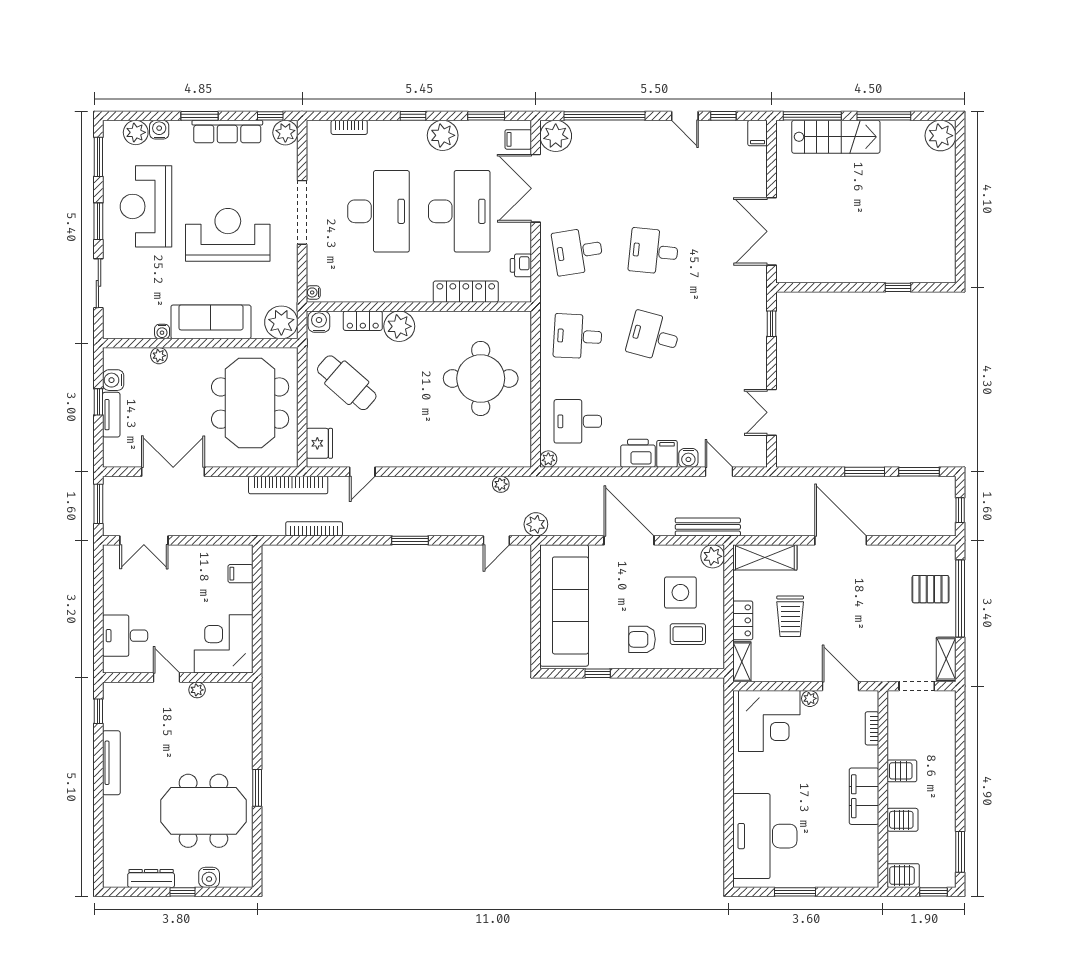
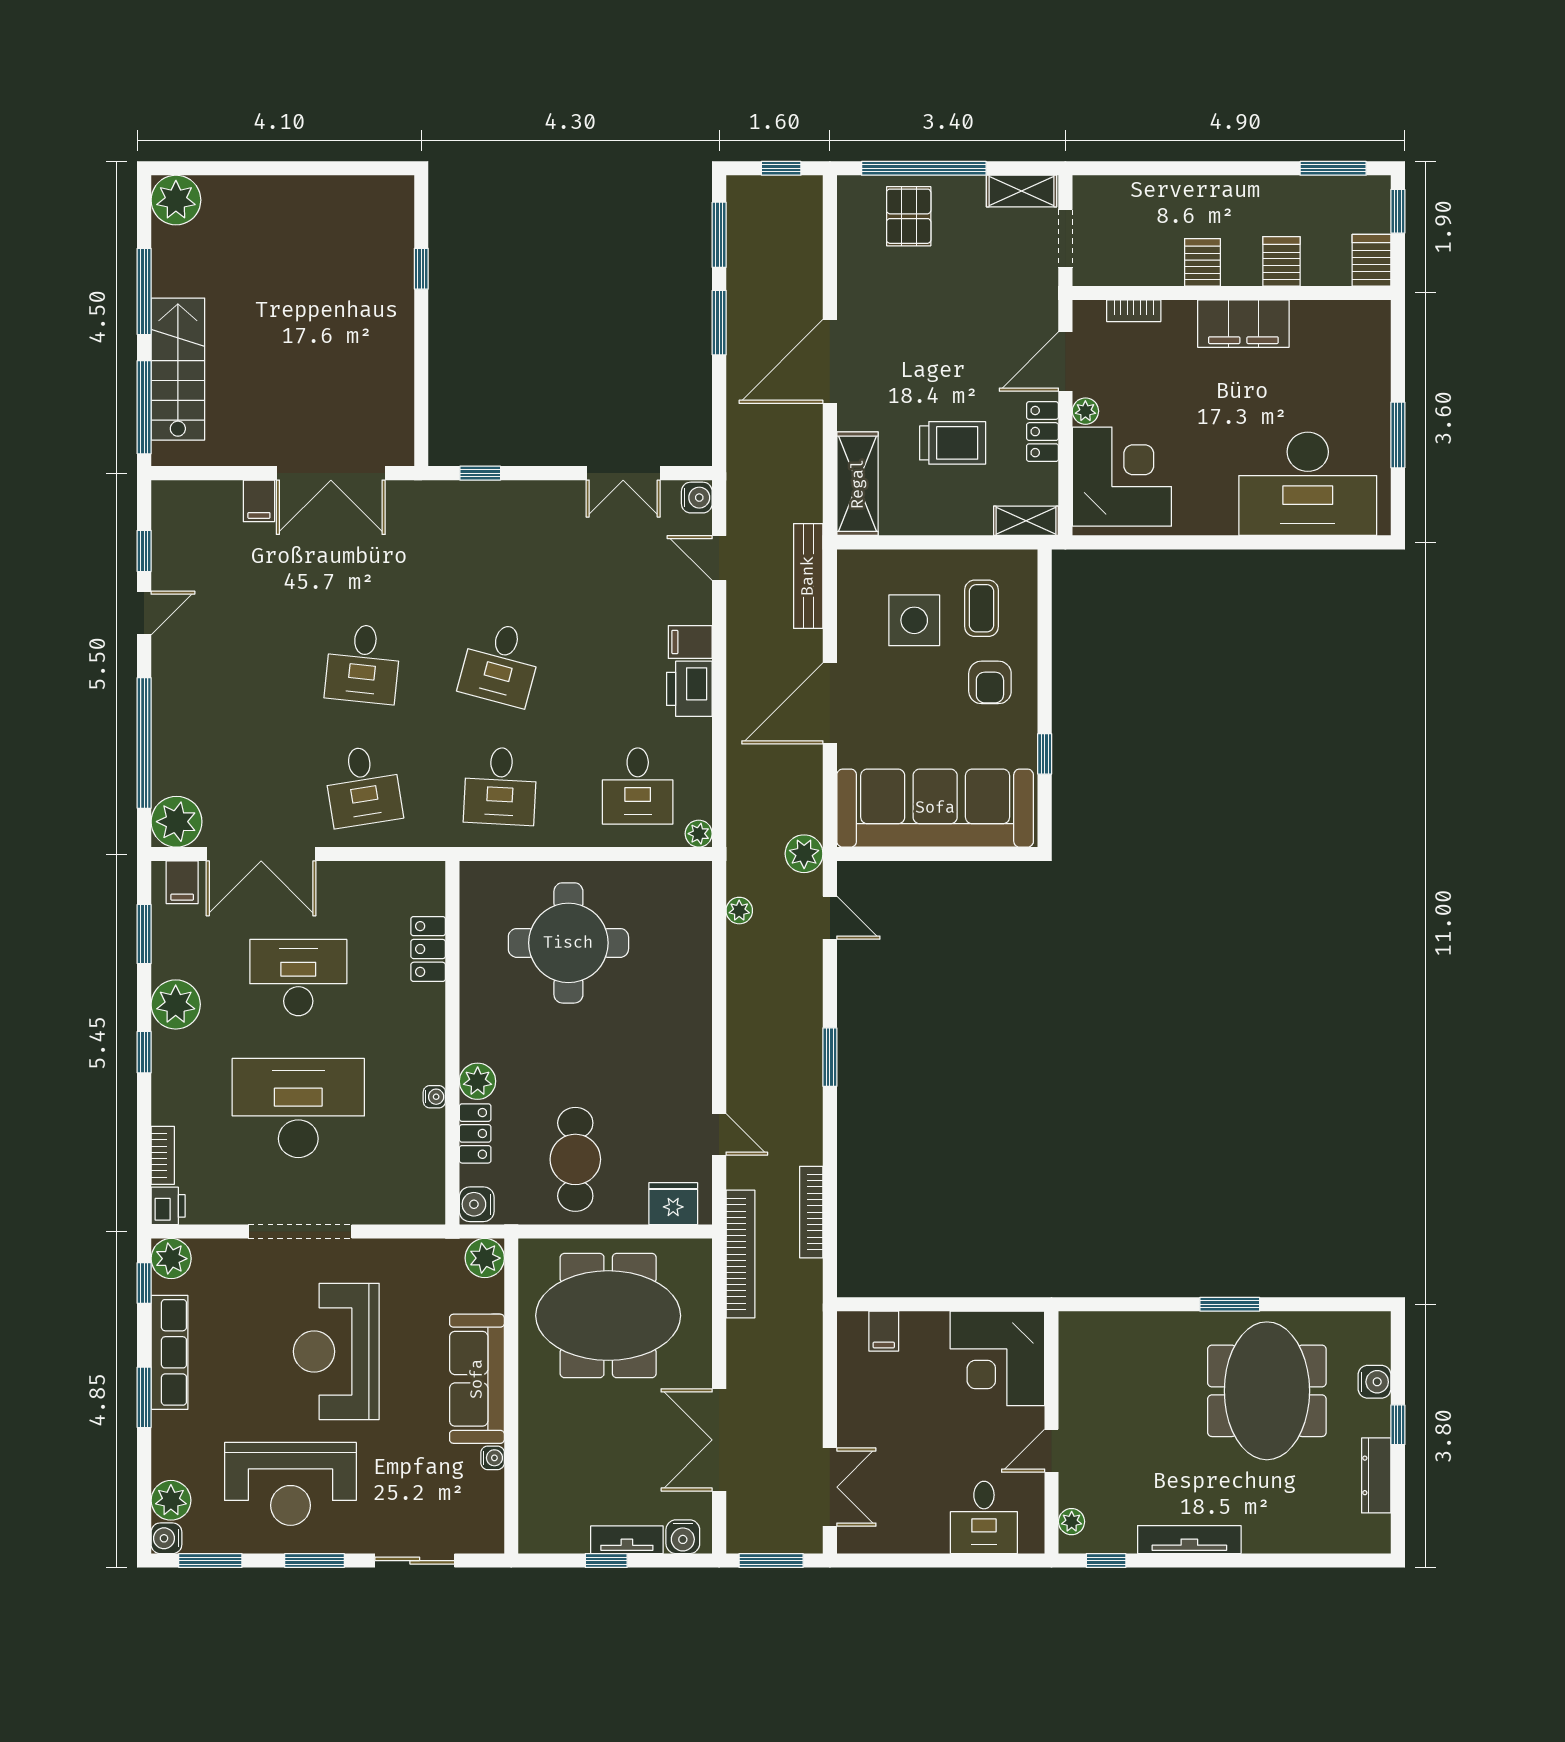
water cooler: (159, 130) -> (166, 1538), moved
filing cabinet: (758, 133) -> (259, 501), moved, turned 90
desk: (459, 211) -> (298, 978), width x0.73, depth x0.77
printer: (521, 265) -> (168, 1206), moved, turned -90
water cooler: (313, 292) -> (434, 1097), moved, turned -90
locker: (466, 292) -> (428, 949), width x0.66
plant: (281, 322) -> (485, 1258), width x0.73, depth x0.73
plant: (399, 326) -> (478, 1081), width x0.73, depth x0.73
plant: (159, 356) -> (532, 1463), removed
water cooler: (113, 380) -> (683, 1537), moved
cafe table: (347, 383) -> (575, 1159), turned -41
water cooler: (688, 458) -> (697, 498), moved
door: (719, 472) -> (719, 558), hinge flipped
plant: (713, 556) -> (856, 568), removed
locker: (743, 620) -> (1043, 432), moved, turned -90
plant: (197, 690) -> (1072, 1522), moved

